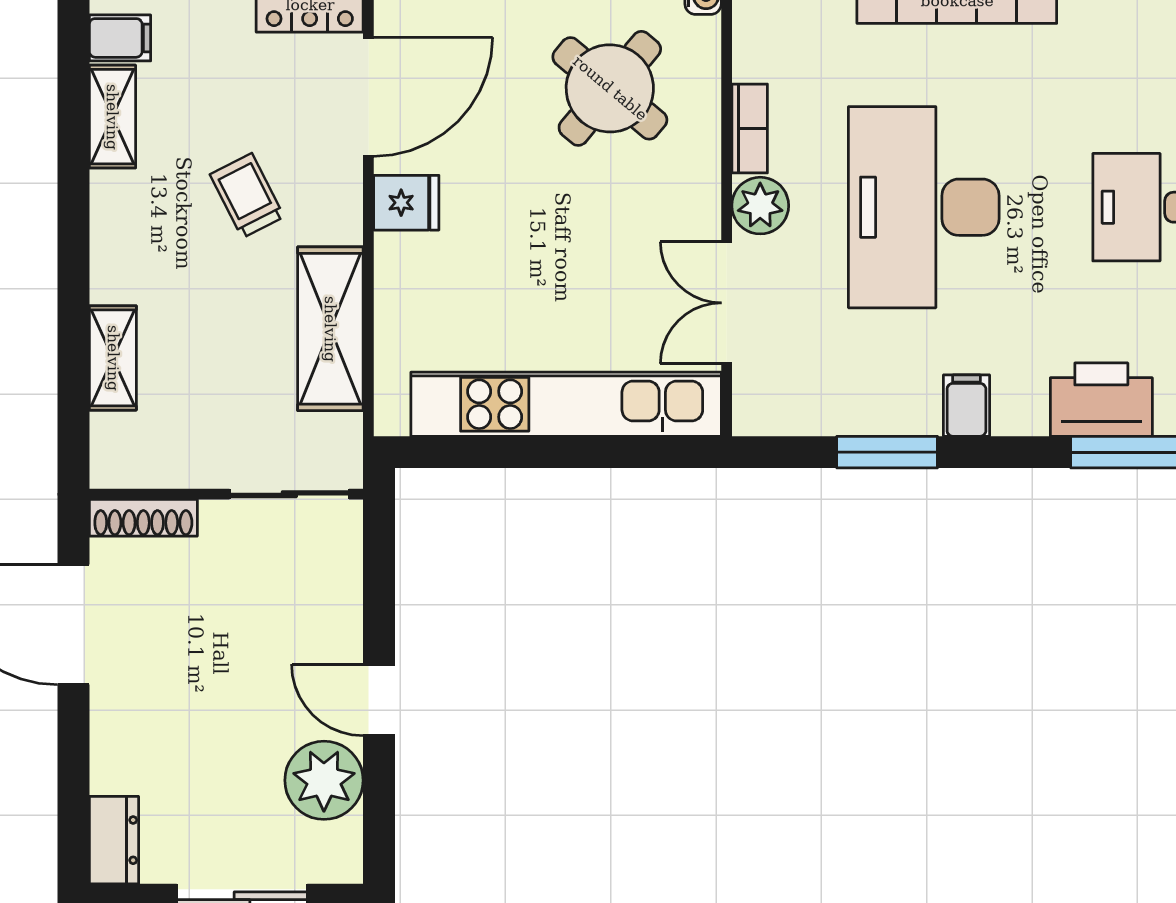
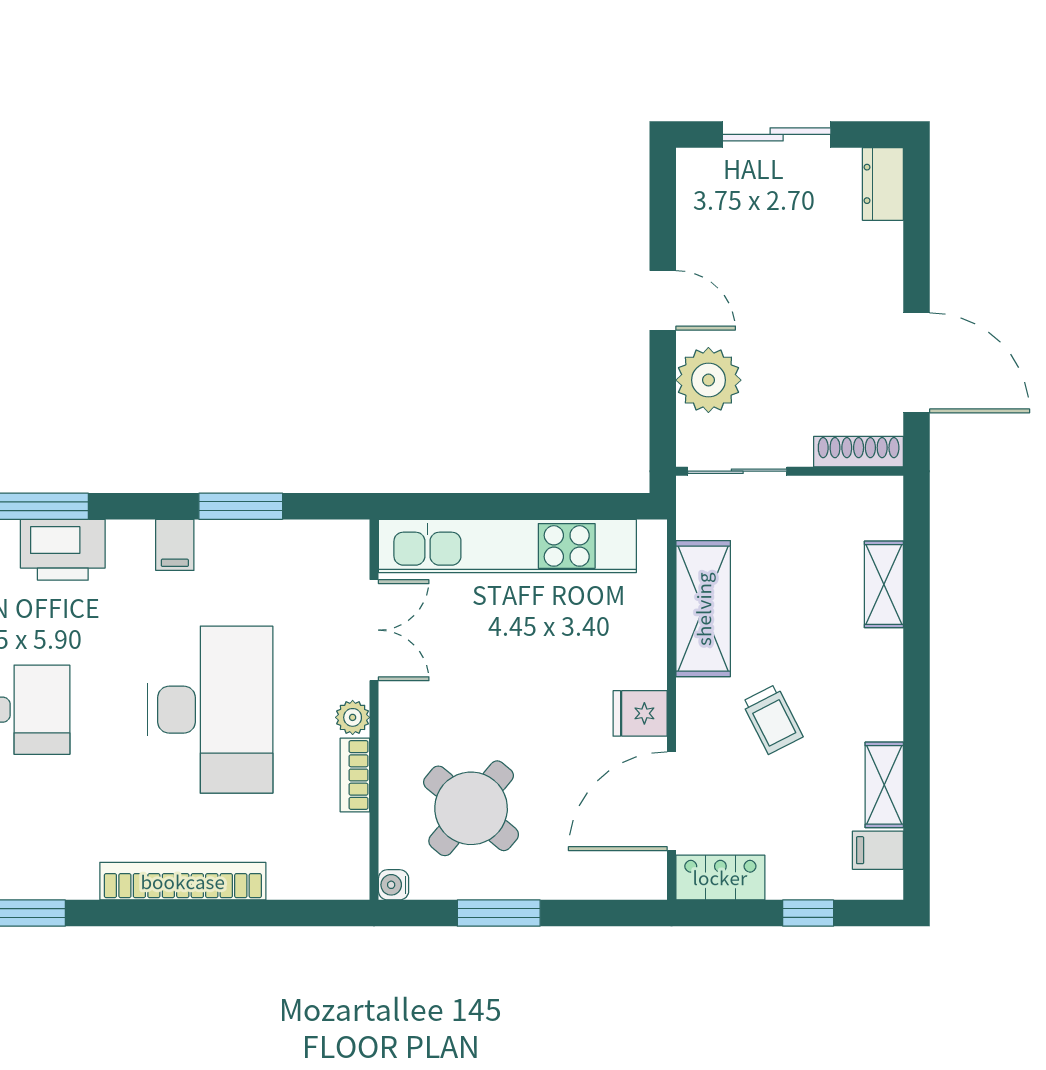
plant: (760, 206) -> (353, 717), width x0.73, depth x0.73
plant: (324, 780) -> (708, 380), moved

